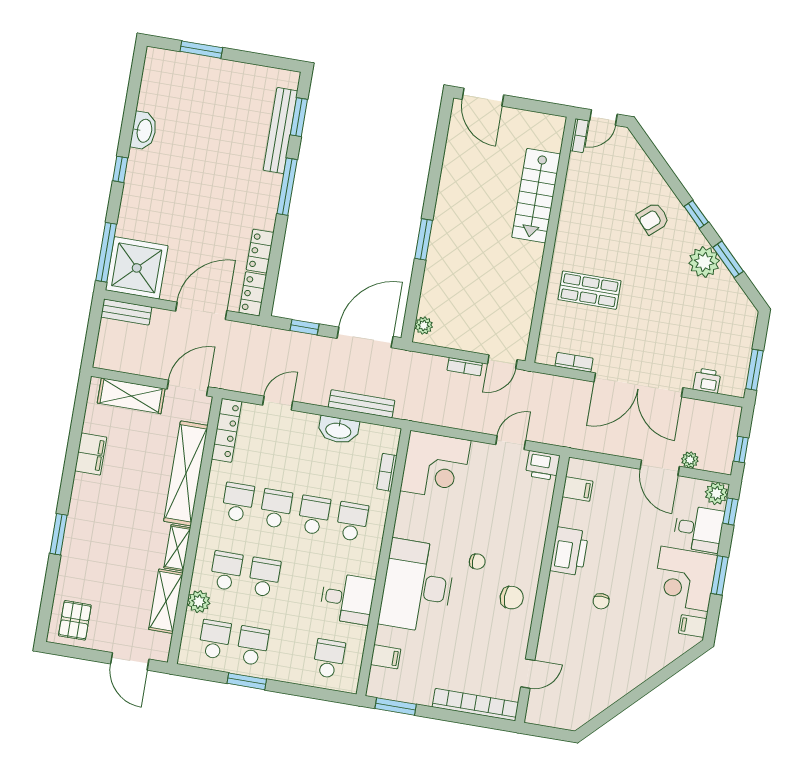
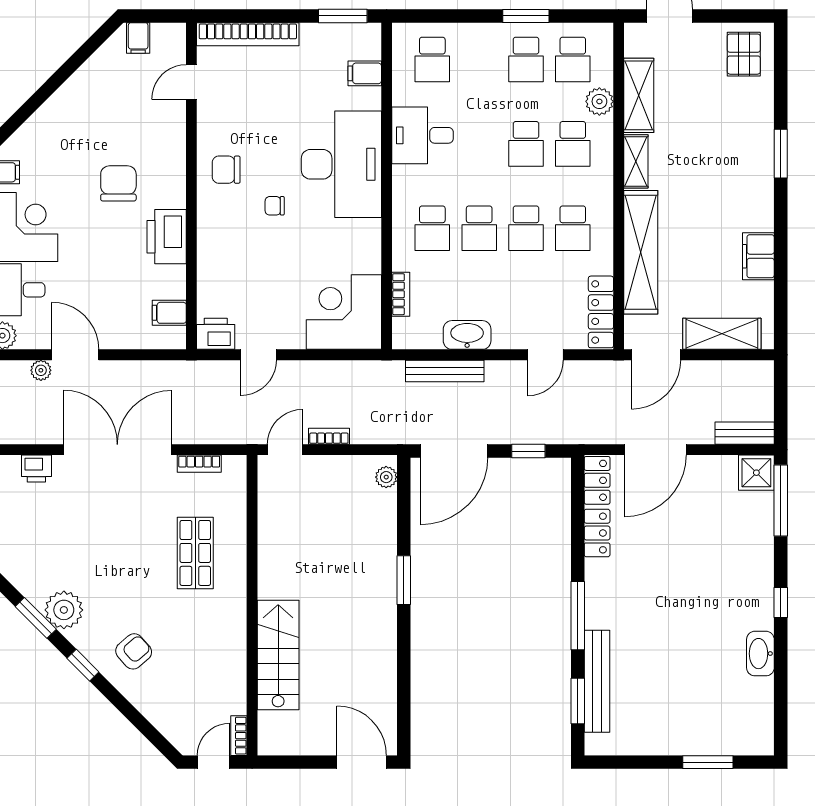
shower: (137, 268) -> (756, 473), width x0.54, depth x0.54
shop shelf: (589, 290) -> (195, 553), turned 90
chair: (601, 601) -> (118, 183), width x1.87, depth x1.87
filing cabinet: (565, 717) -> (138, 38), added

